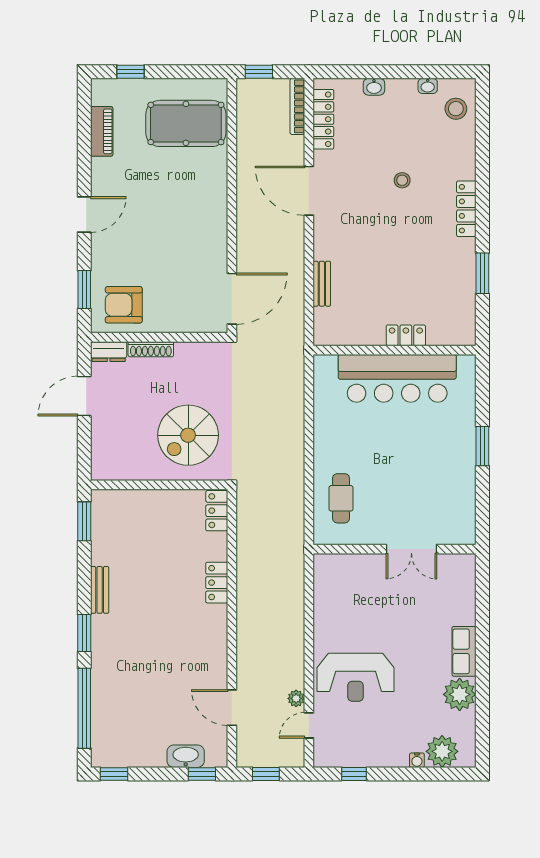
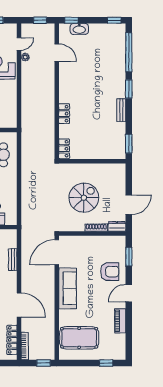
piano: (102, 131) -> (120, 321), moved
sofa: (210, 225) -> (68, 288), added
armchair: (124, 305) -> (110, 272), moved
spiral stairs: (188, 435) -> (84, 198), moved

